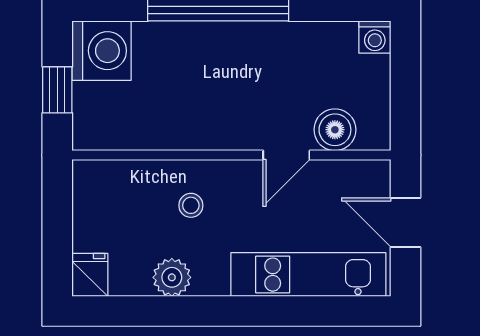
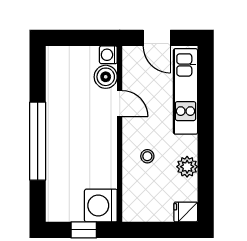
washing machine: (375, 37) -> (108, 55), moved, turned 180
washing machine: (102, 51) -> (101, 206), moved, turned -90
door: (405, 222) -> (157, 38), hinge flipped

